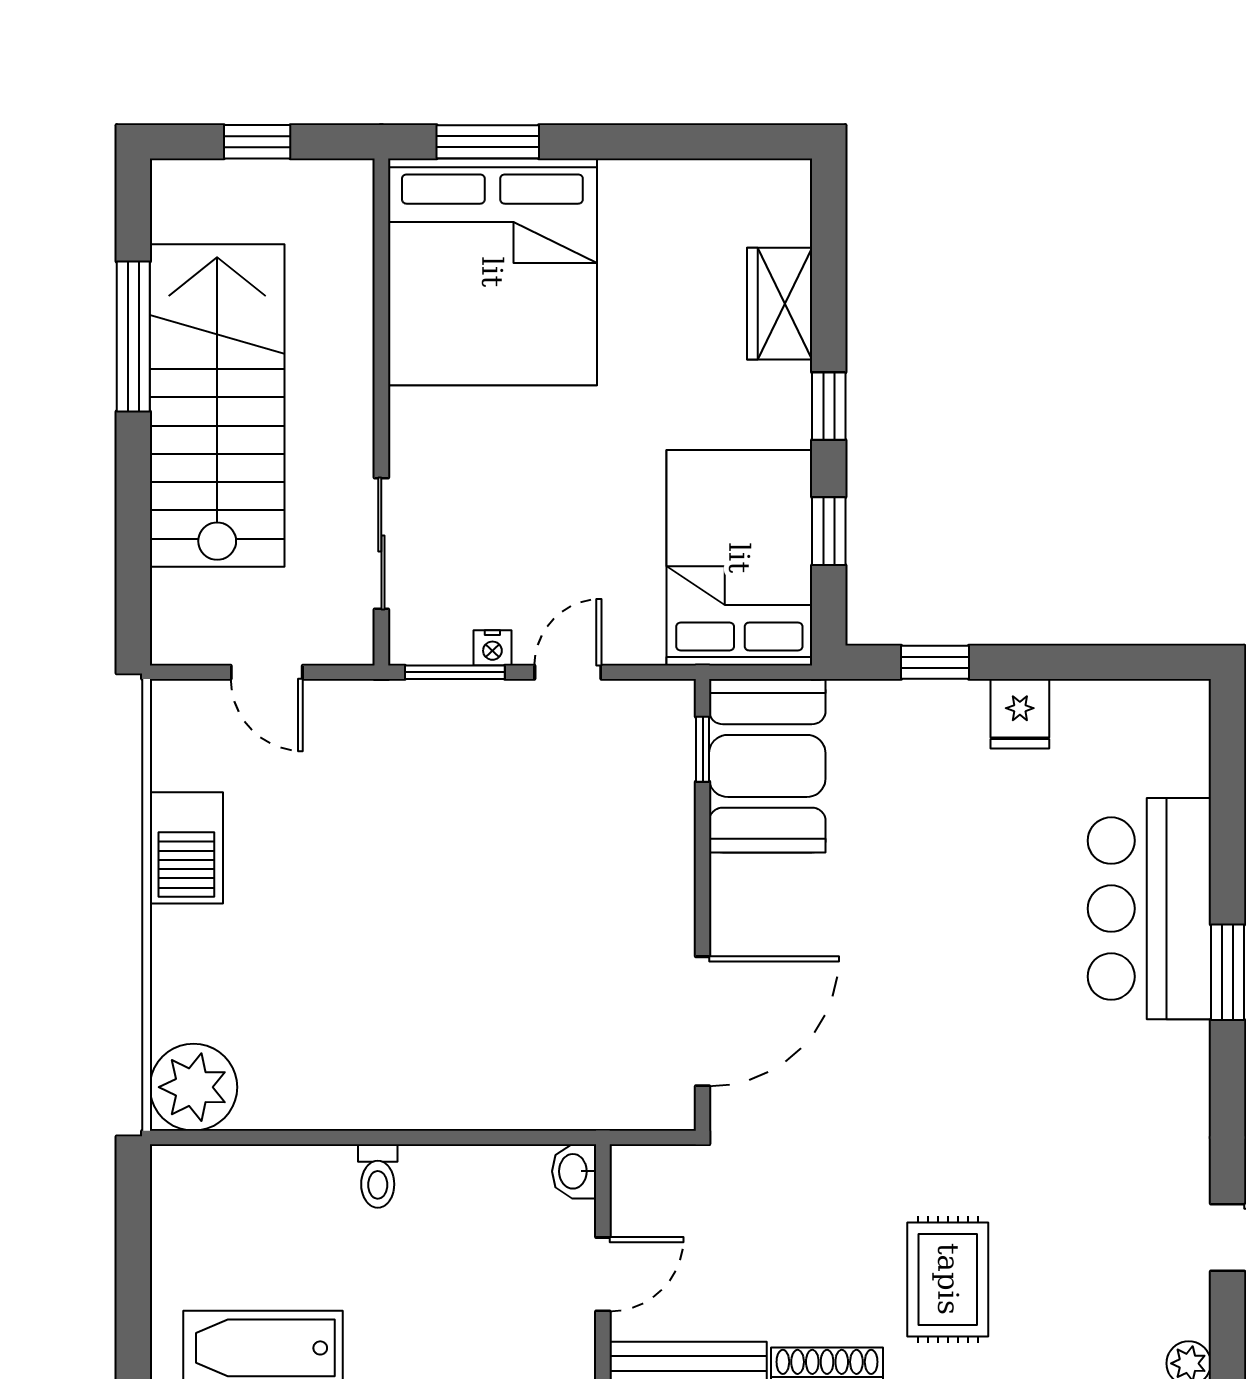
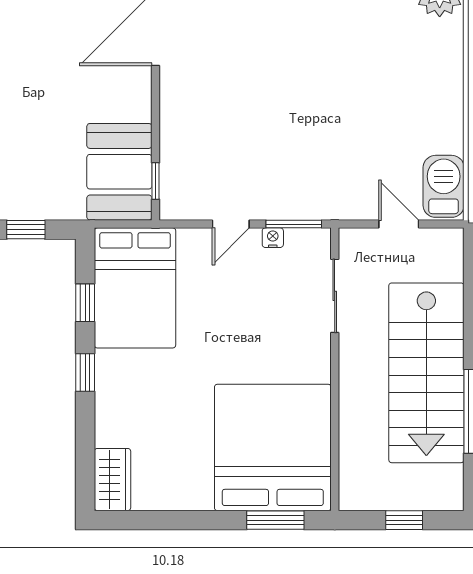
wardrobe: (780, 304) -> (112, 480), moved
barbecue: (186, 848) -> (444, 186), moved

